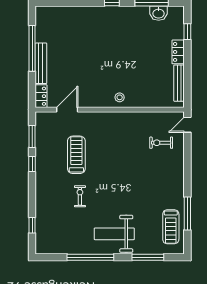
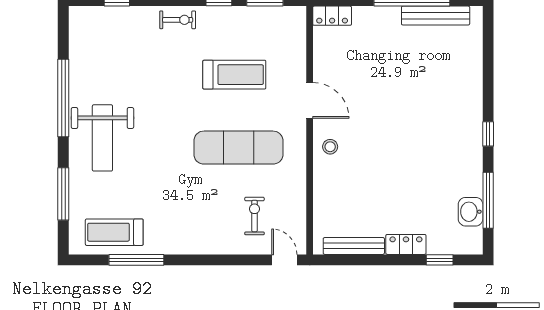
bench: (41, 63) -> (436, 16), moved
door: (67, 110) -> (310, 100), moved
exercise mat: (120, 152) -> (238, 148), added
exercise bike: (80, 196) -> (178, 20), moved
weight bench: (114, 234) -> (102, 138), turned 180

